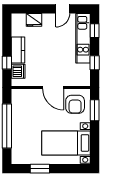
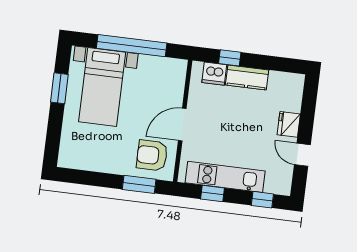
fridge: (34, 20) -> (289, 124), moved
kitchen unit: (83, 38) -> (225, 177), moved
bed with nightstands: (66, 143) -> (102, 87), moved, turned 180

